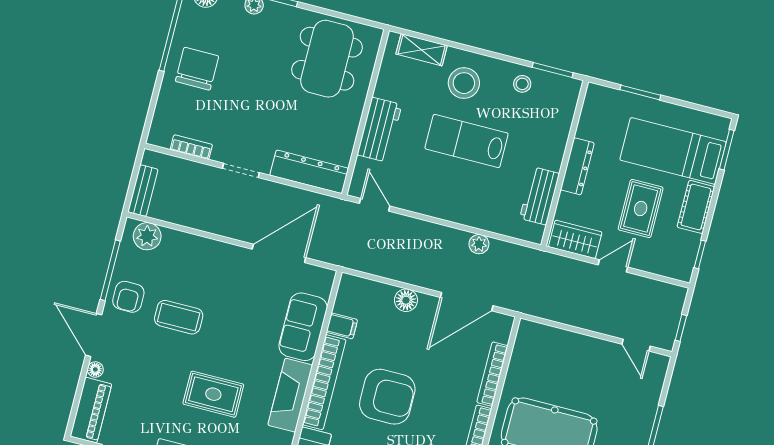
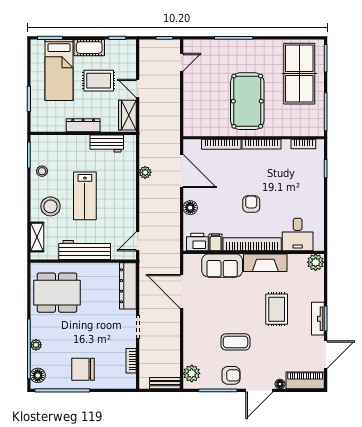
workbench: (379, 130) -> (85, 250), width x1.38
printer: (350, 298) -> (197, 242), added
coffee table: (179, 317) -> (236, 342), turned 90
armchair: (387, 397) -> (251, 204), width x0.53, depth x0.53

